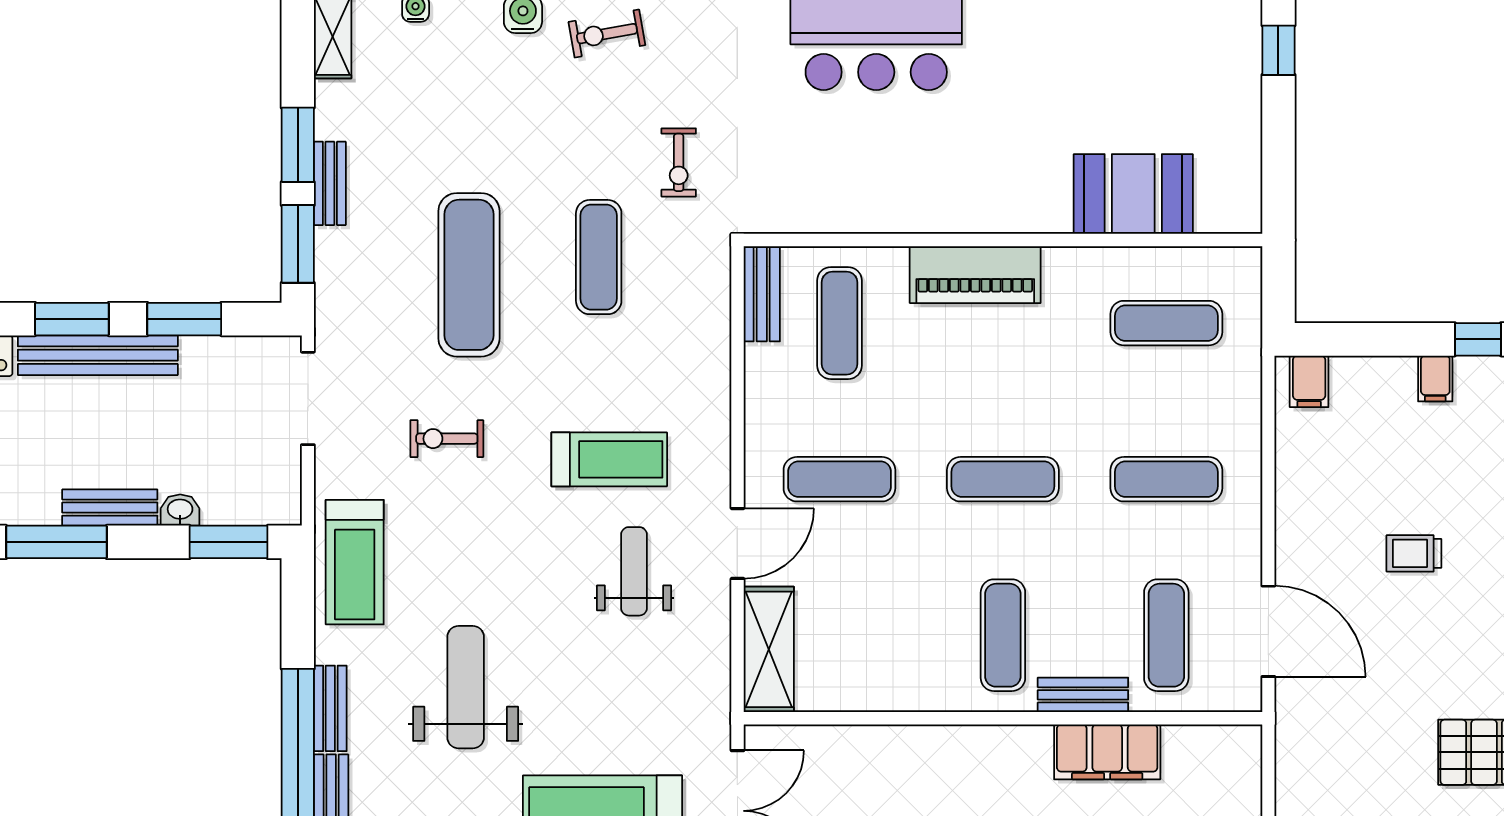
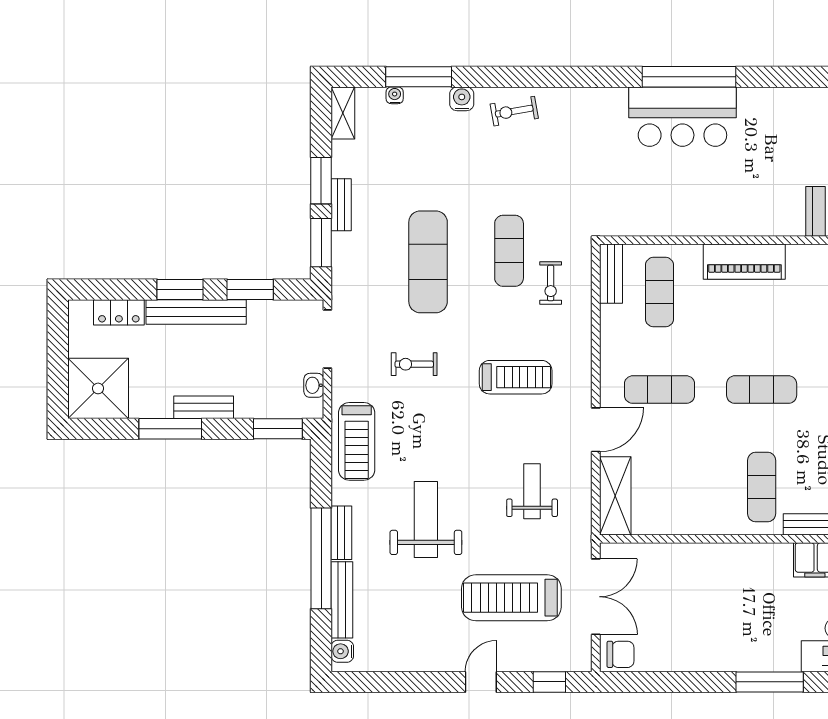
exercise bike: (679, 162) -> (551, 283), moved
washbasin: (180, 510) -> (314, 385), moved, turned -90
weight bench: (634, 571) -> (532, 491), moved

